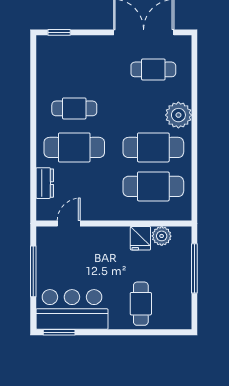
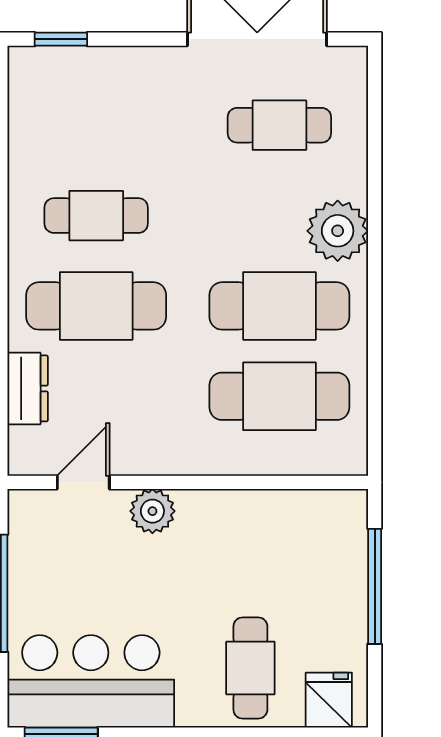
plant: (162, 236) -> (152, 511), moved
fridge: (140, 238) -> (329, 700), moved, turned 180

